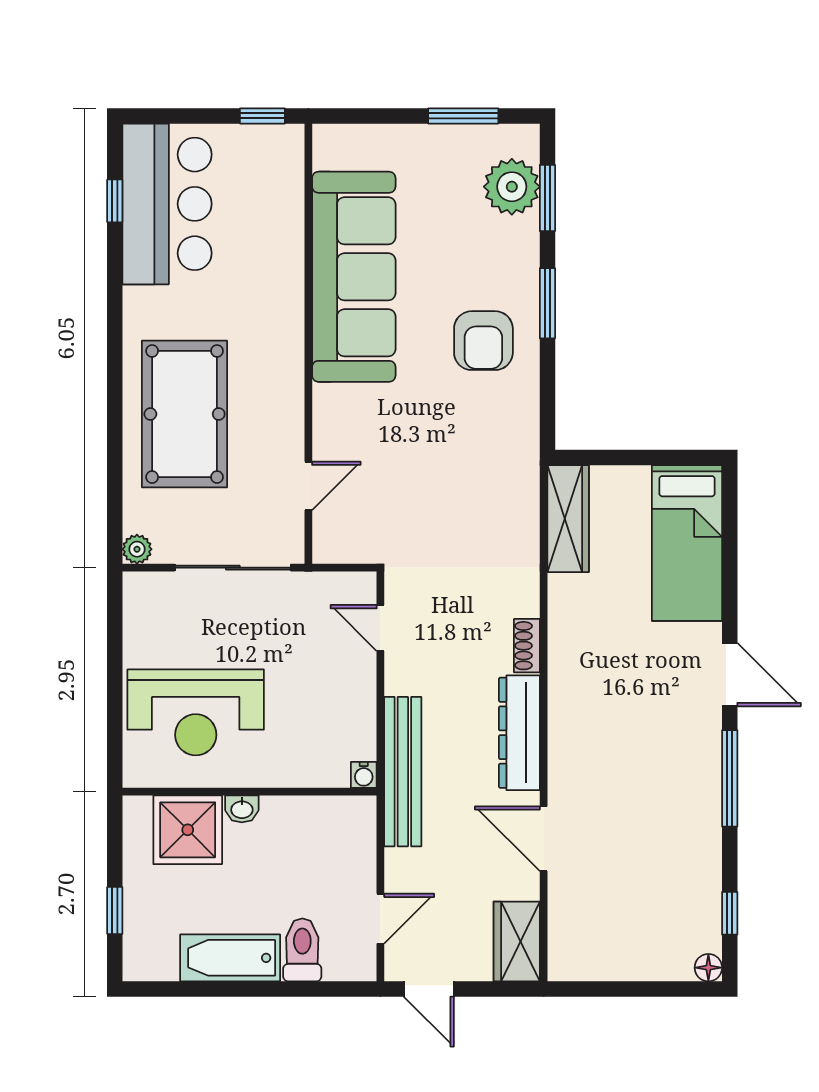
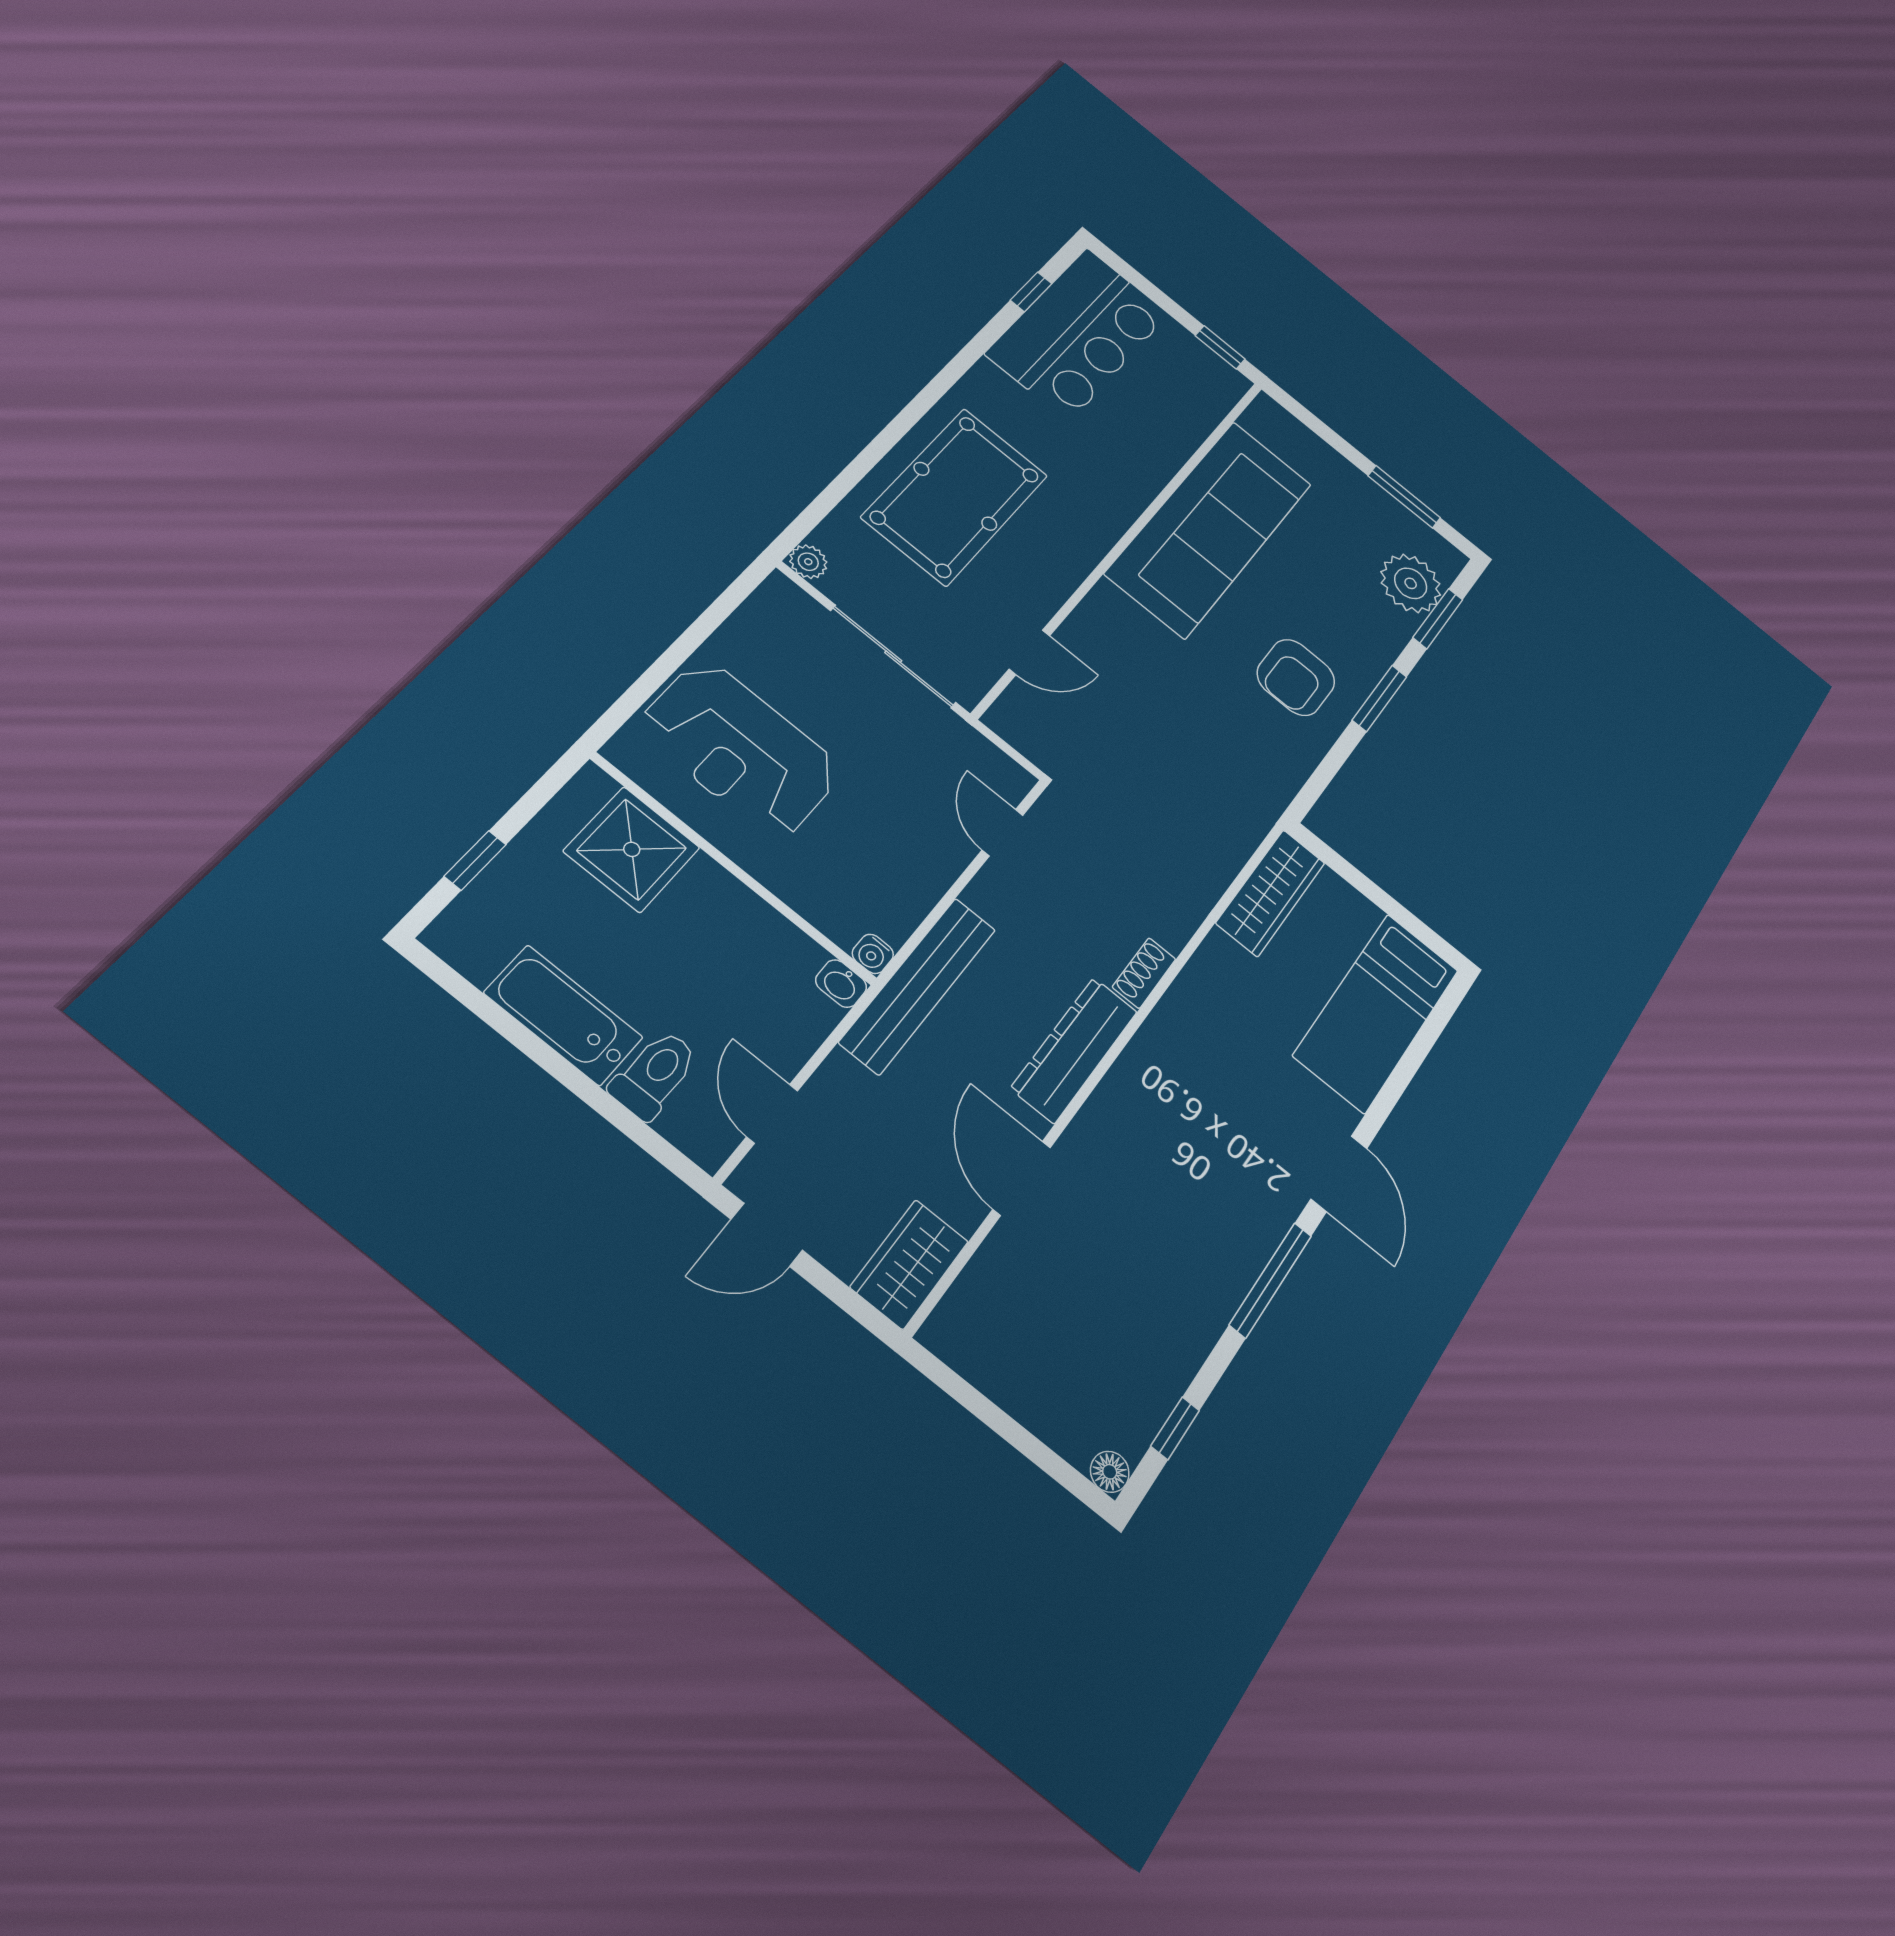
washbasin: (242, 809) -> (841, 984), moved
door: (380, 919) -> (772, 1114), swing flipped
door: (429, 989) -> (767, 1235), hinge flipped

